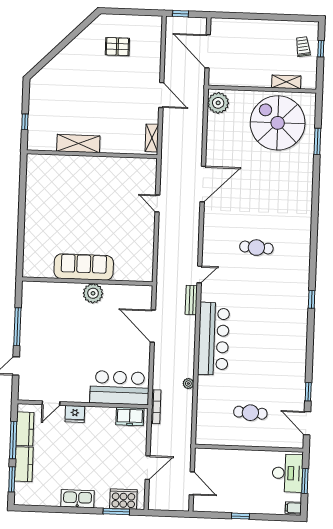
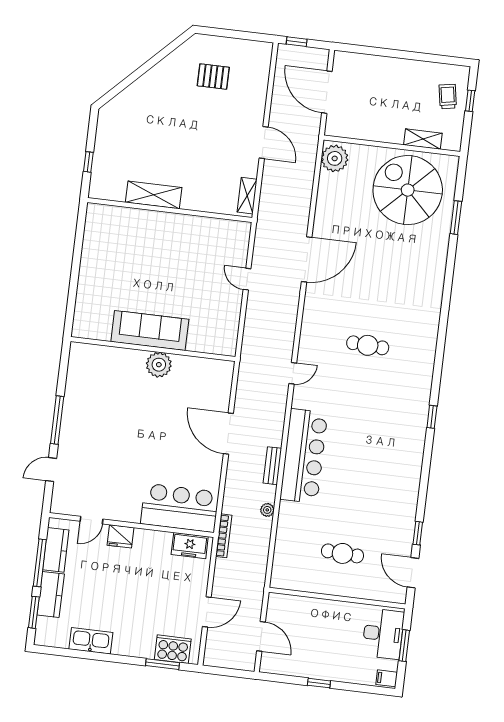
sofa: (84, 267) -> (150, 330), moved
wall: (87, 281) -> (153, 349), moved
plant: (93, 293) -> (159, 365), moved
bench: (191, 300) -> (272, 466), moved
kitchen sink: (77, 499) -> (91, 641), moved

